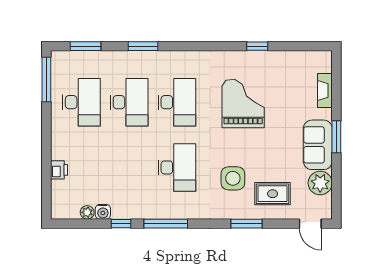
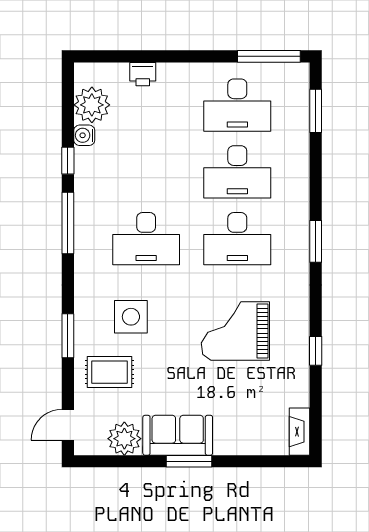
window: (143, 46) -> (316, 241), moved
fireplace: (325, 90) -> (299, 432), moved, turned -90
grand piano: (243, 104) -> (235, 331), turned 180
rug: (273, 194) -> (110, 372), turned 90
plant: (87, 212) -> (92, 105), width x1.87, depth x1.87

